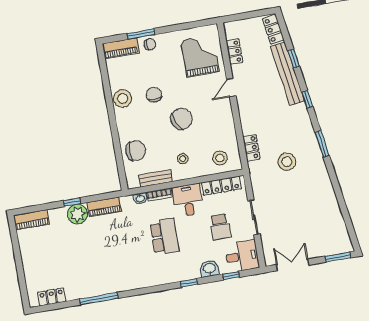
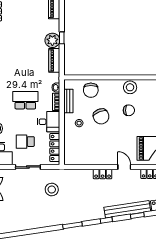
chair: (182, 119) -> (101, 116), moved
locker: (251, 148) -> (103, 174), moved
stool: (220, 158) -> (75, 150), removed
stool: (287, 162) -> (52, 189), moved
school desk: (164, 237) -> (25, 100), turned 180

